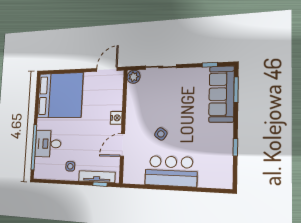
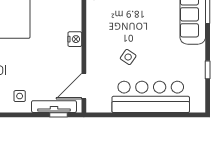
door: (123, 145) -> (84, 86), moved
bar counter: (171, 171) -> (151, 97), width x1.36

